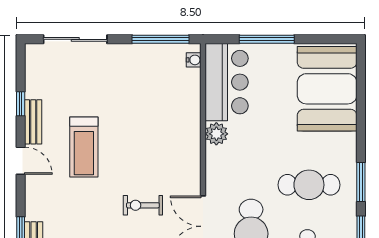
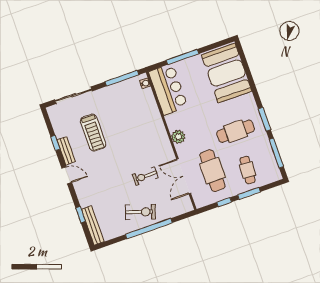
plant: (216, 134) -> (178, 137), moved
treadmill: (84, 147) -> (93, 133), moved

